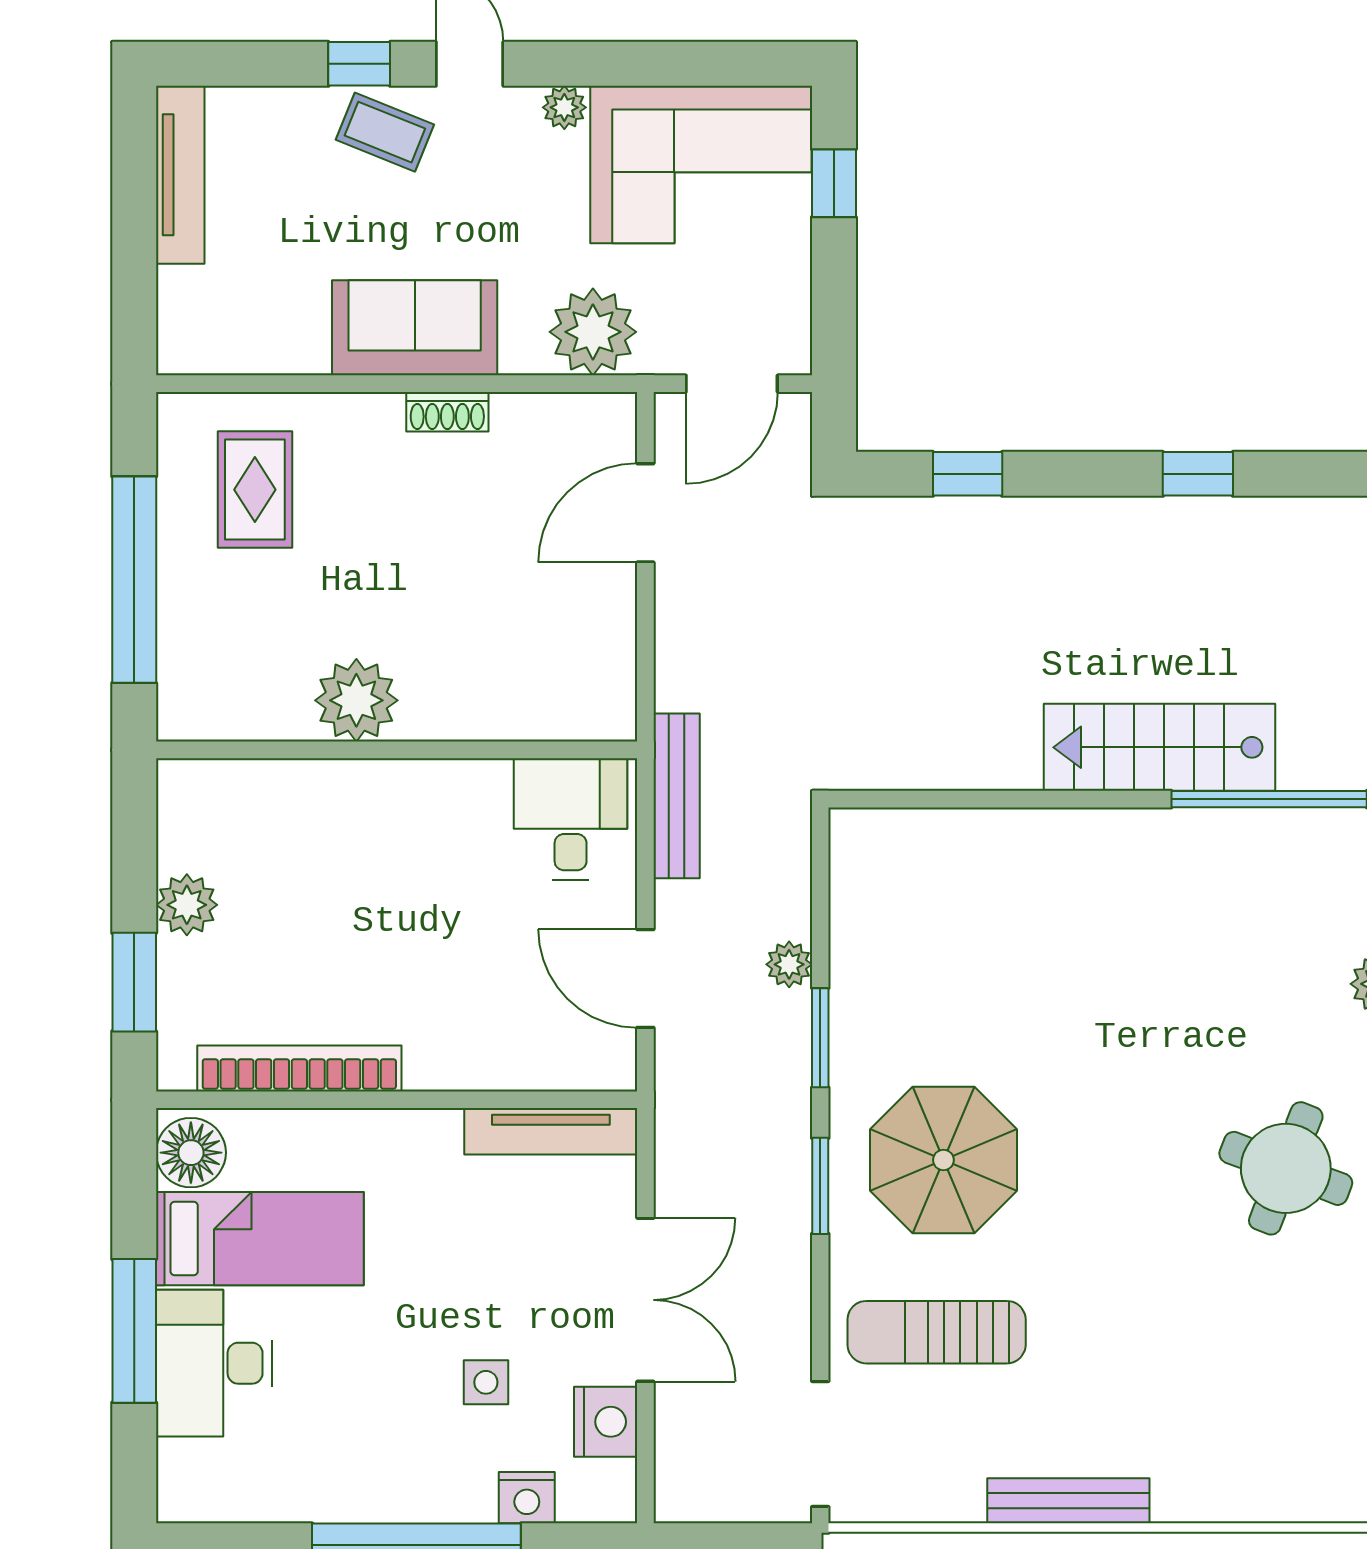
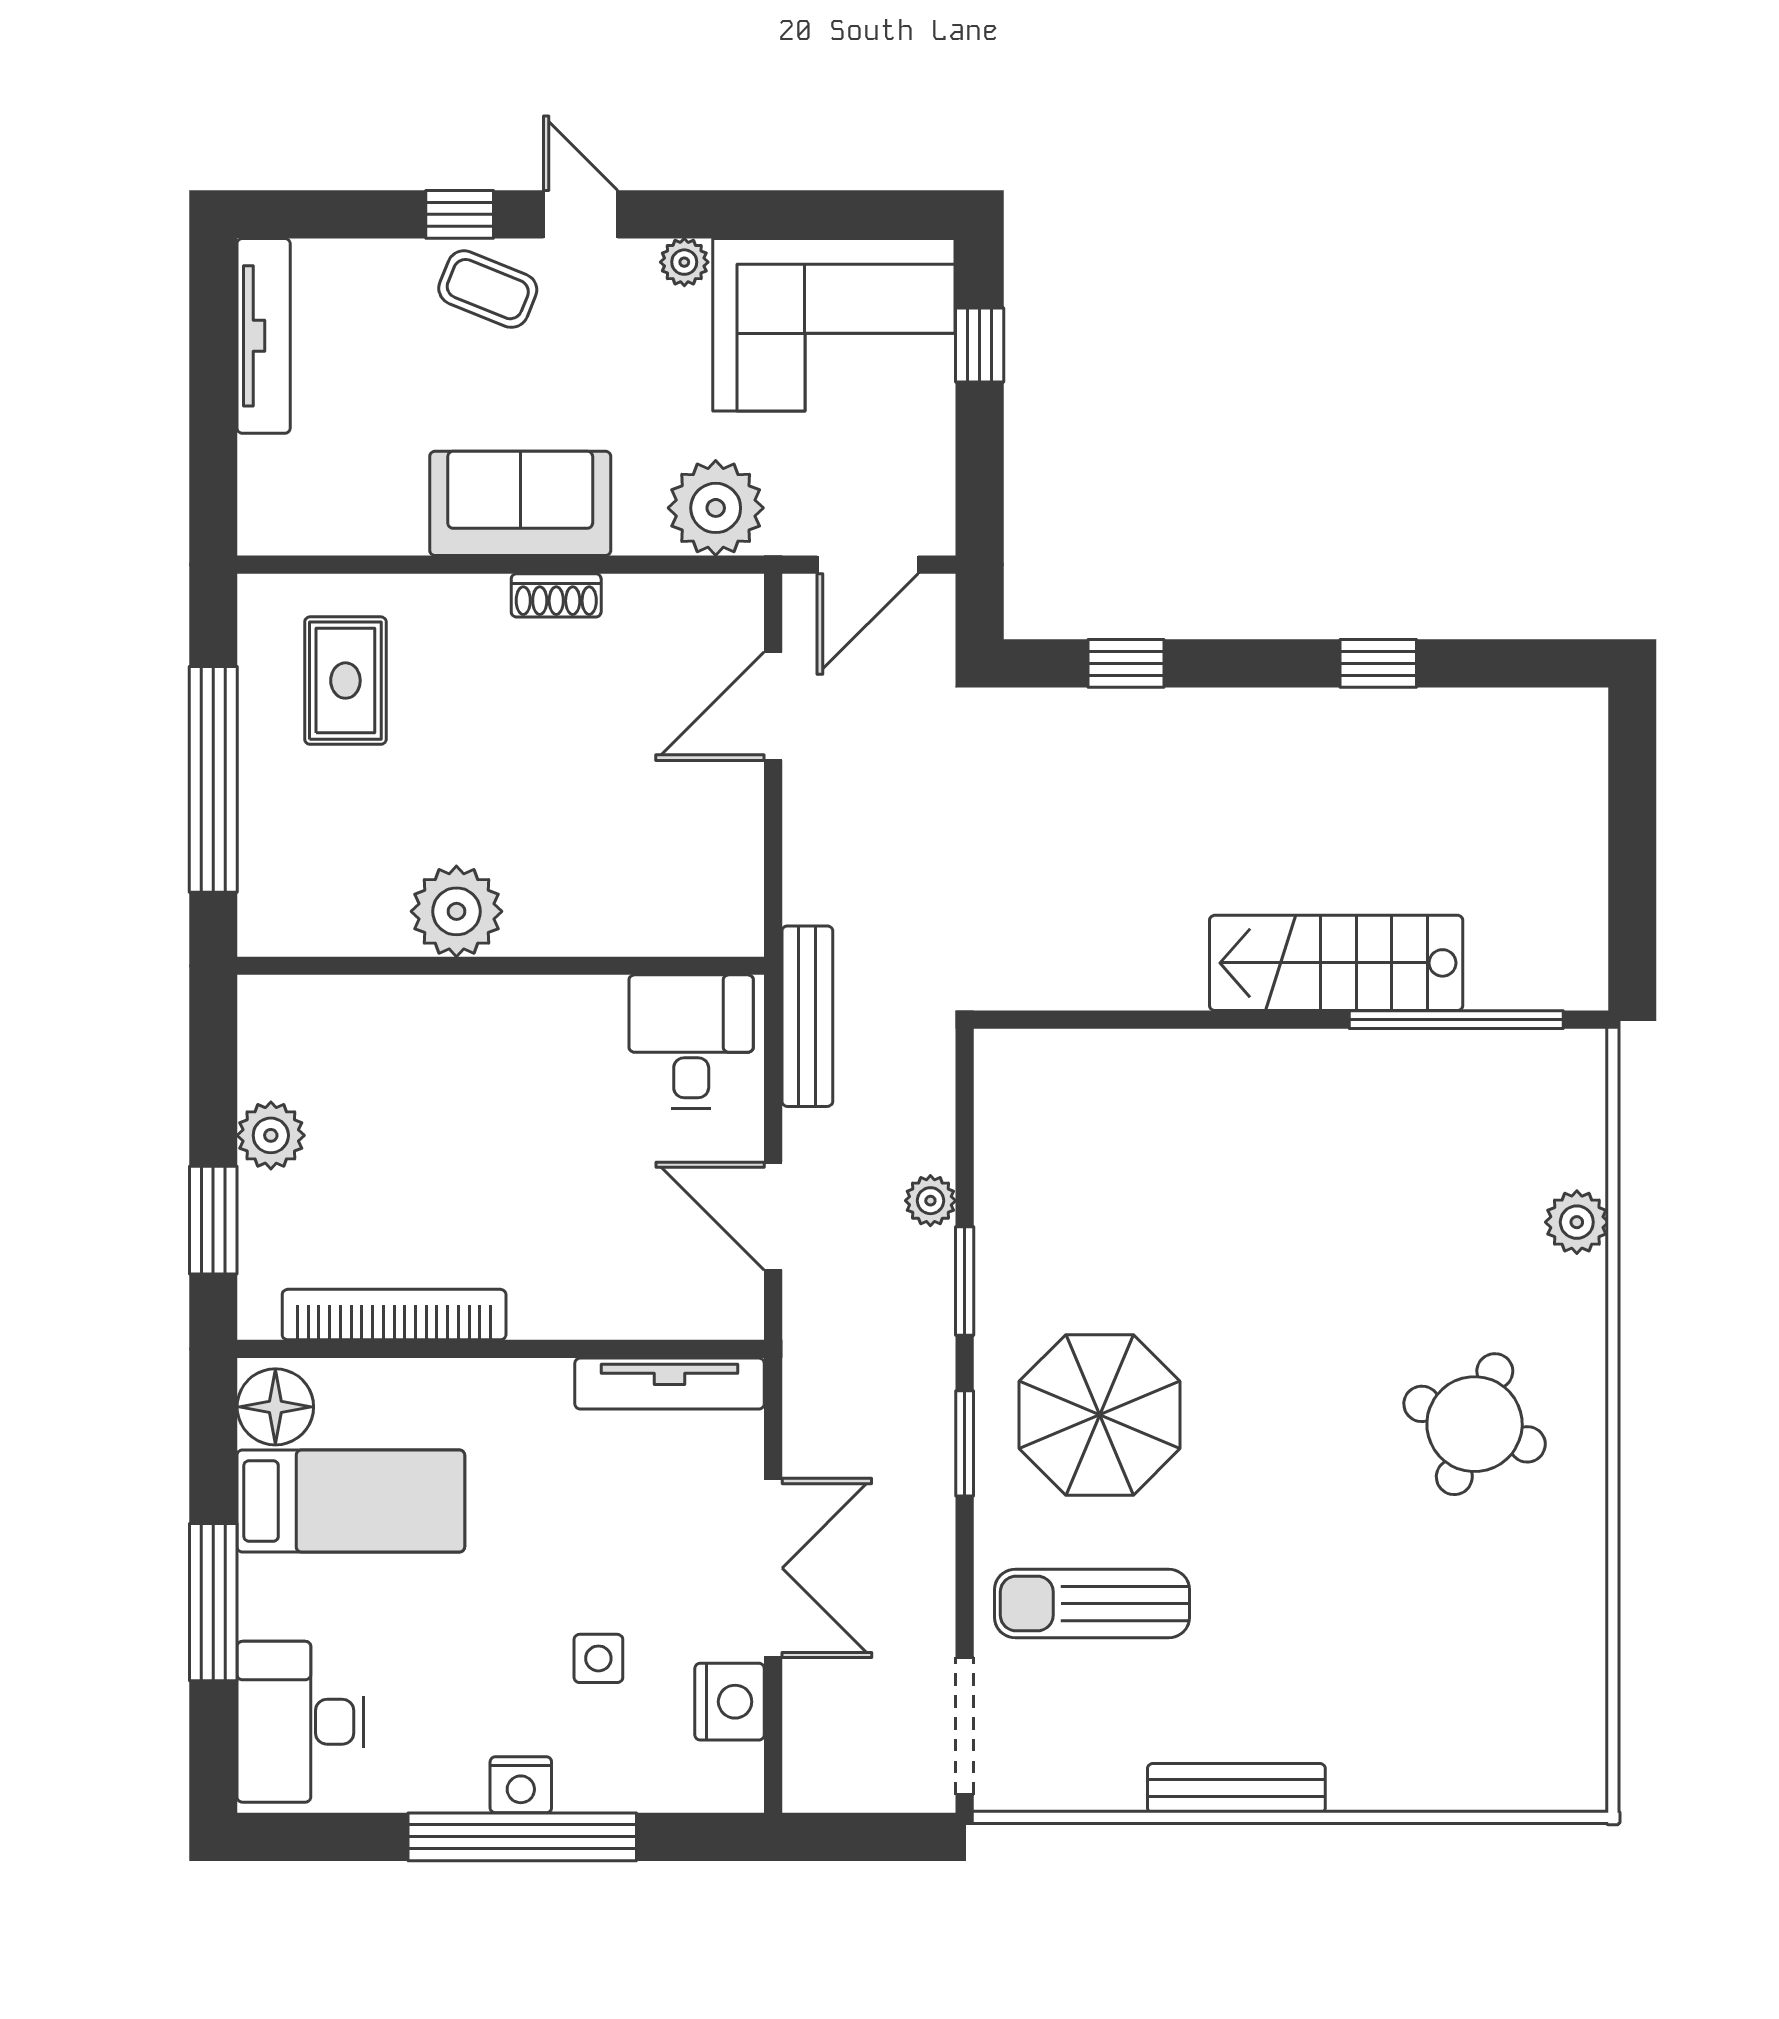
desk: (214, 1363) -> (300, 1722), moved
nightstand: (527, 1498) -> (521, 1785), moved

